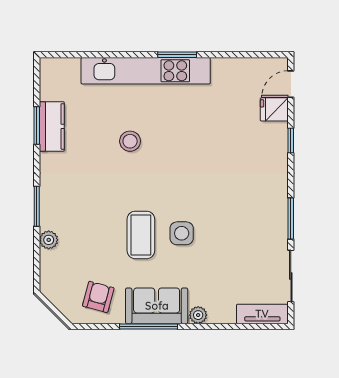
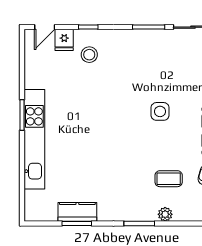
door: (291, 84) -> (45, 27), hinge flipped
stool: (130, 141) -> (89, 55), moved
coffee table: (141, 235) -> (169, 179), moved, width x0.73, depth x0.77

